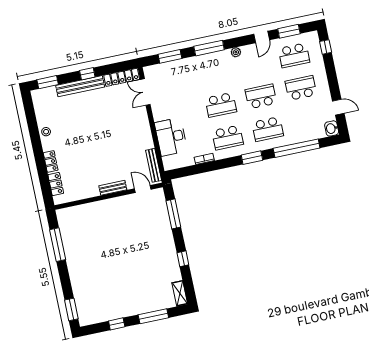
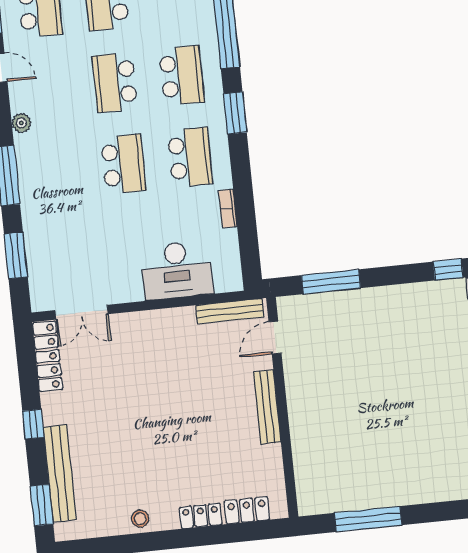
bench: (80, 86) -> (60, 473), moved
bench: (113, 188) -> (267, 407), width x1.36
window: (183, 259) -> (448, 270), moved

